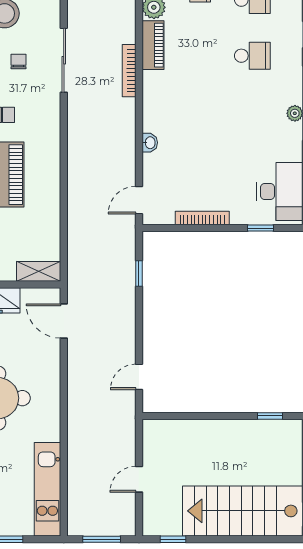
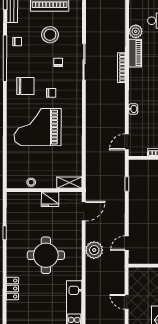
door: (64, 321) -> (84, 211), swing flipped
plant: (82, 389) -> (94, 250), added
door: (139, 479) -> (127, 302), hinge flipped

